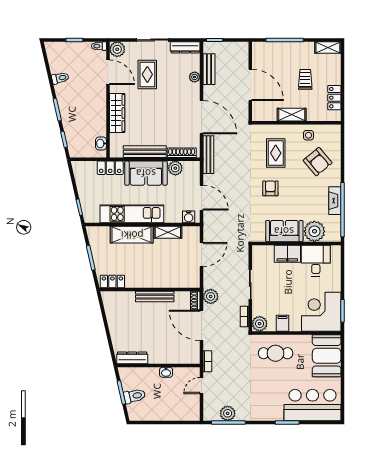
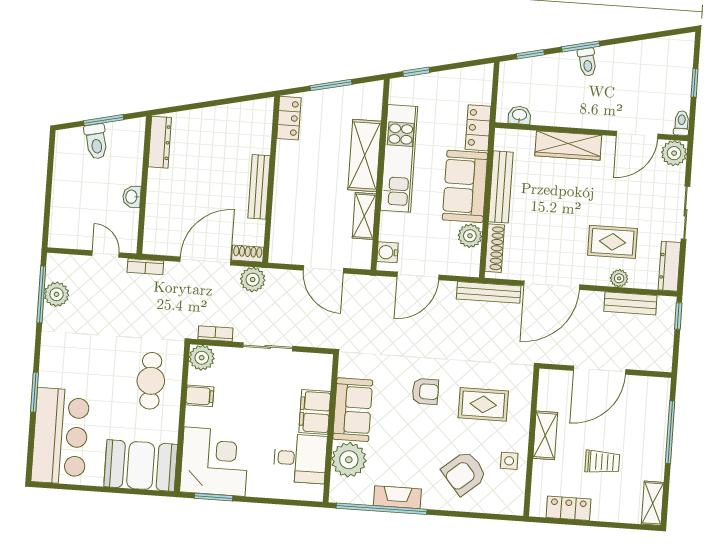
rug: (147, 74) -> (612, 242), moved
toilet: (60, 78) -> (587, 62), moved

